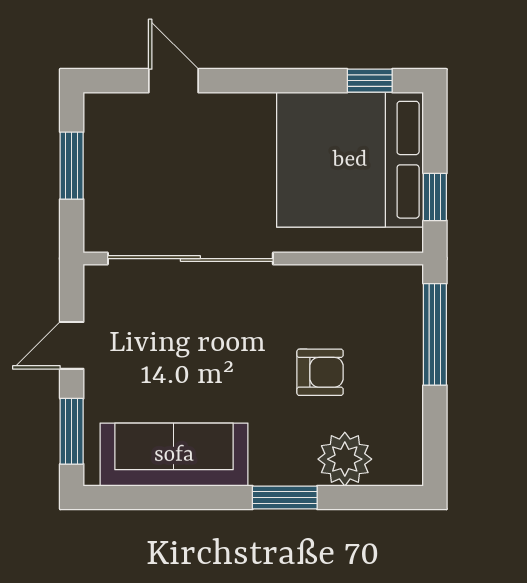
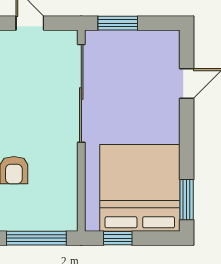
window: (370, 81) -> (187, 200), width x1.50
window: (72, 166) -> (118, 23), moved

